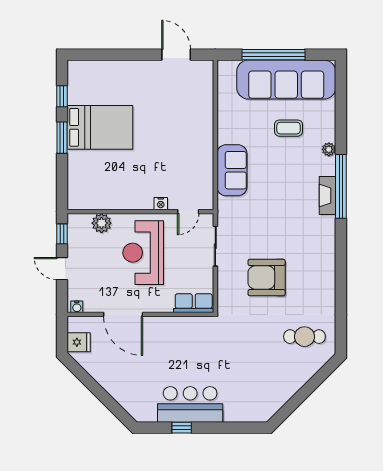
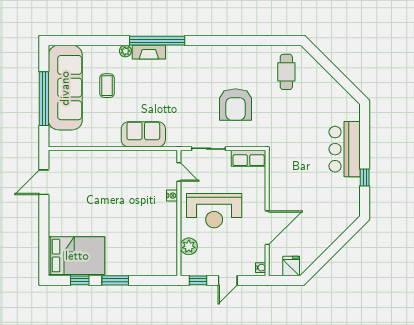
bed: (100, 127) -> (77, 256), moved, turned 90
fireplace: (327, 196) -> (149, 52), moved
row of seats: (194, 303) -> (249, 158), moved, turned -90
bar counter: (190, 404) -> (345, 149), moved

